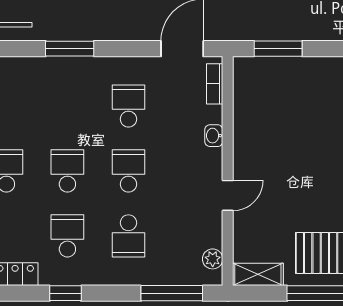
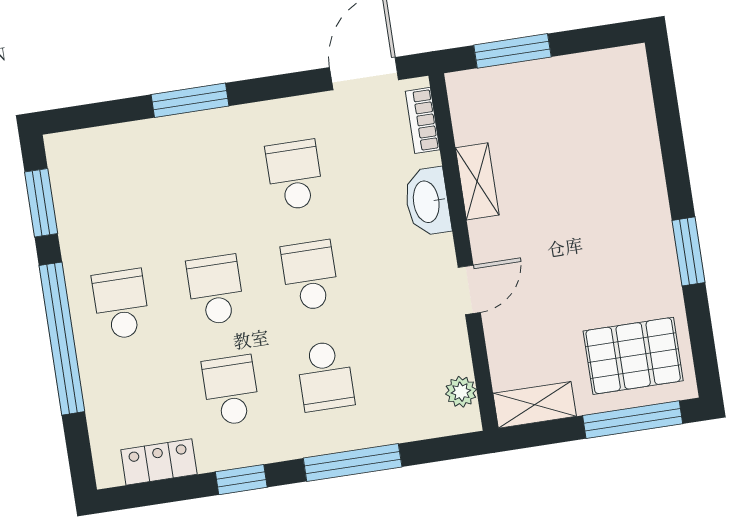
shelving: (243, 128) -> (477, 181), added
washbasin: (214, 136) -> (427, 202), width x1.91, depth x1.45
window: (172, 293) -> (353, 463), moved

